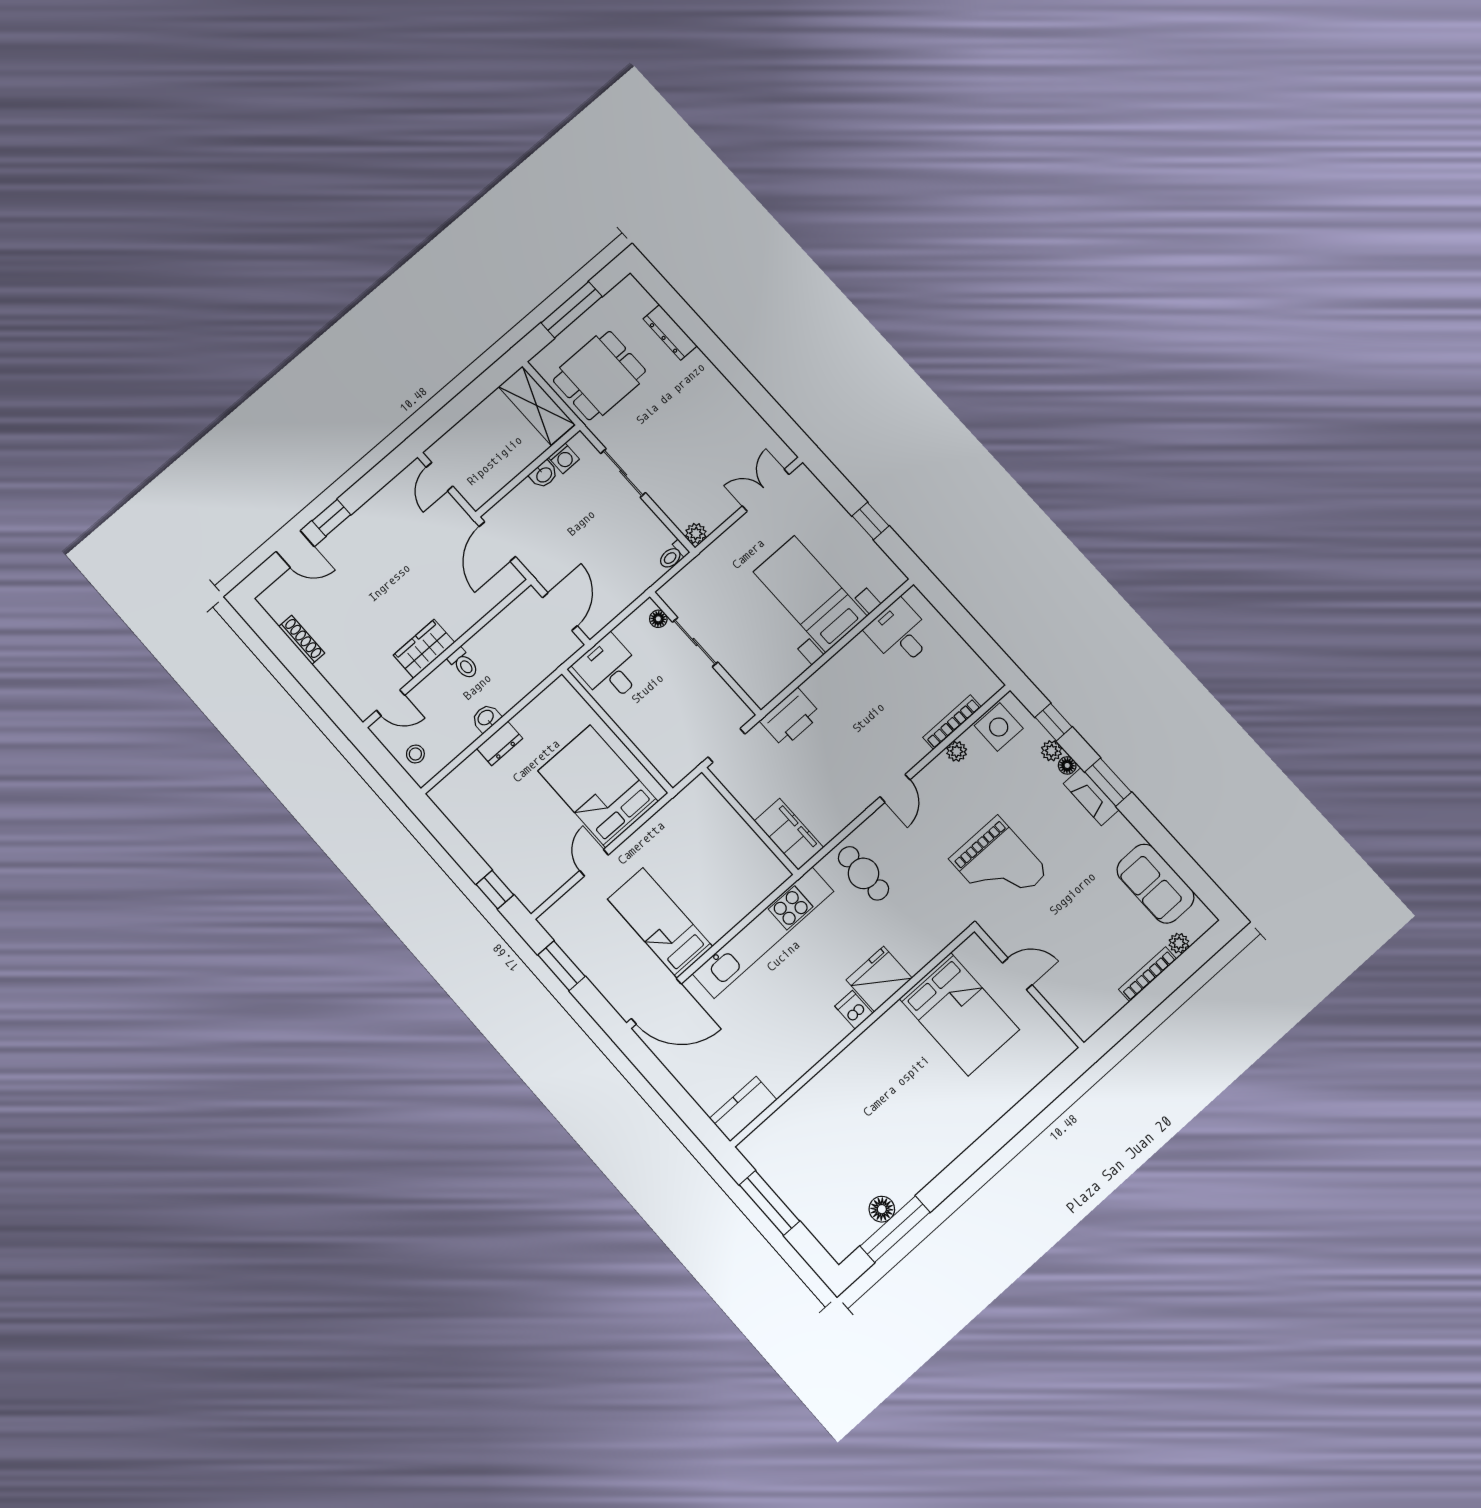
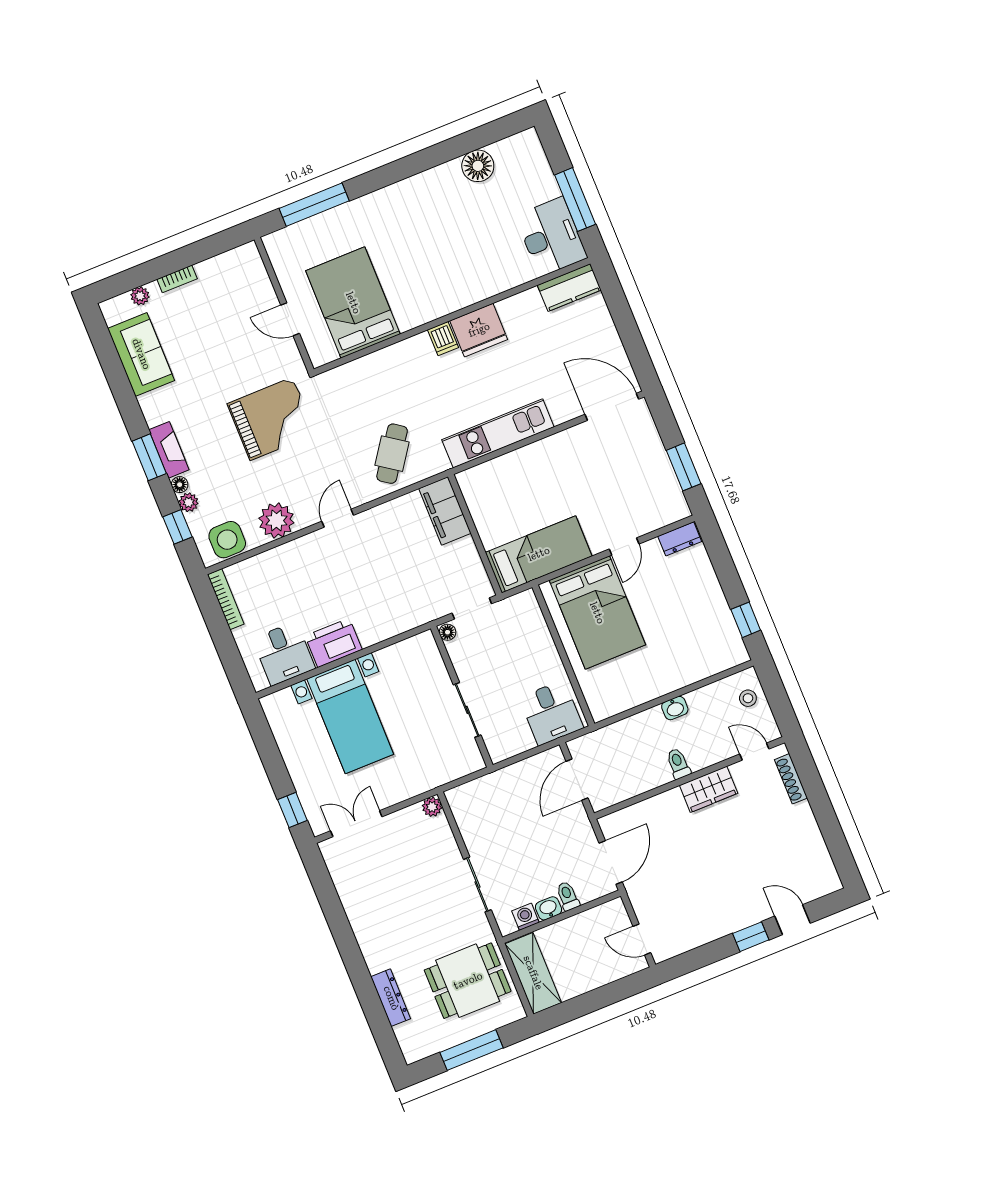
door: (440, 477) -> (642, 940), swing flipped
double door: (766, 490) -> (356, 824), swing flipped
window: (870, 521) -> (292, 810), moved
toilet: (673, 555) -> (568, 896), moved, turned -90
floor lamp: (658, 619) -> (448, 632), moved
shoe rack: (302, 640) -> (791, 779), moved
printer: (790, 718) -> (334, 643), moved
bookcase: (952, 722) -> (226, 599), moved, turned -90
dresser: (500, 743) -> (680, 539), moved, turned 180
plant: (957, 751) -> (276, 521), width x1.88, depth x1.88
grand piano: (999, 865) -> (272, 419), turned 90
cafe table: (863, 873) -> (392, 454), turned 35
window: (495, 890) -> (746, 620), moved
bed: (660, 923) -> (539, 554), moved, turned -90
kitchen unit: (763, 933) -> (498, 433), width x0.73
bookcase: (1148, 974) -> (177, 279), width x0.64
fridge: (879, 979) -> (479, 330), moved
desk: (780, 1155) -> (551, 237), added
floor lamp: (882, 1209) -> (478, 166), width x1.38, depth x1.38
window: (895, 1229) -> (314, 205), moved

